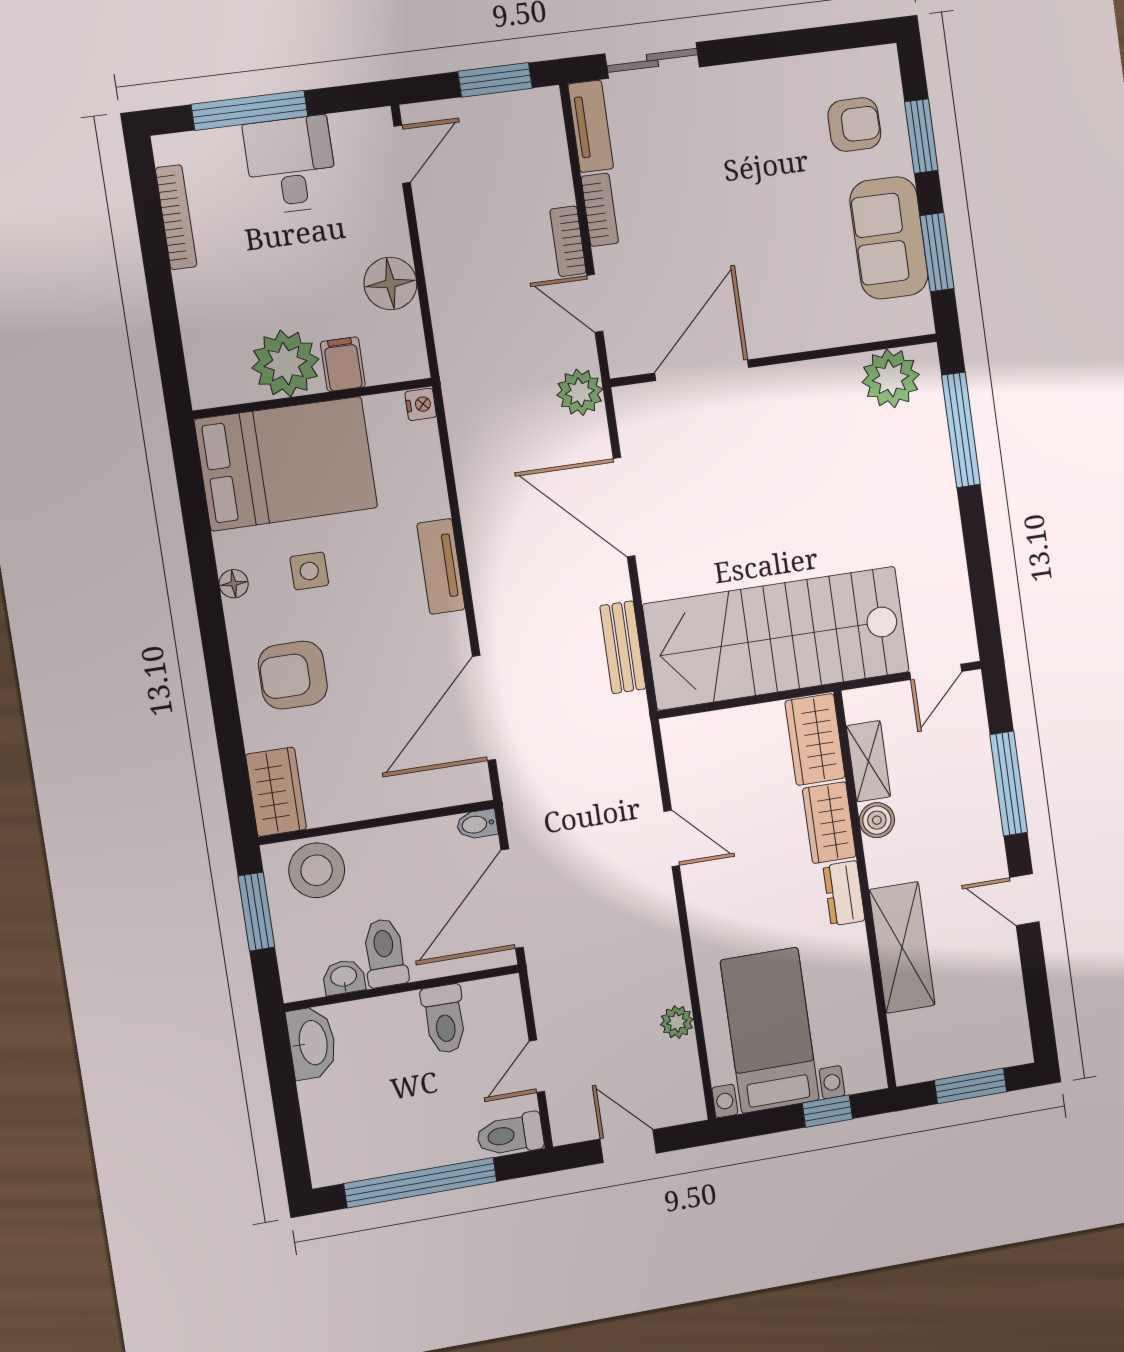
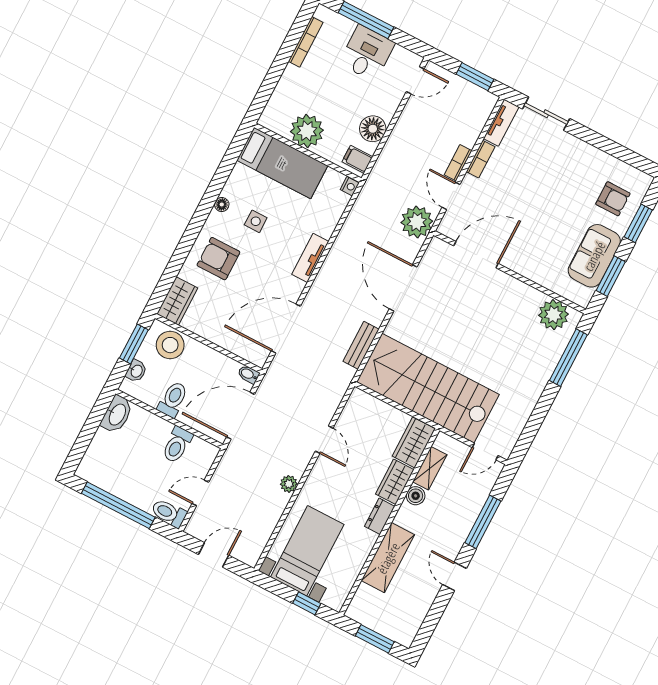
filing cabinet: (343, 364) -> (357, 159), moved, turned -90
plant: (580, 392) -> (417, 222), width x1.36, depth x1.36
bed: (286, 464) -> (282, 163), width x0.67
washbasin: (344, 977) -> (136, 371), moved, turned 90
plant: (677, 1022) -> (289, 484), moved
door: (628, 1146) -> (214, 555), hinge flipped

